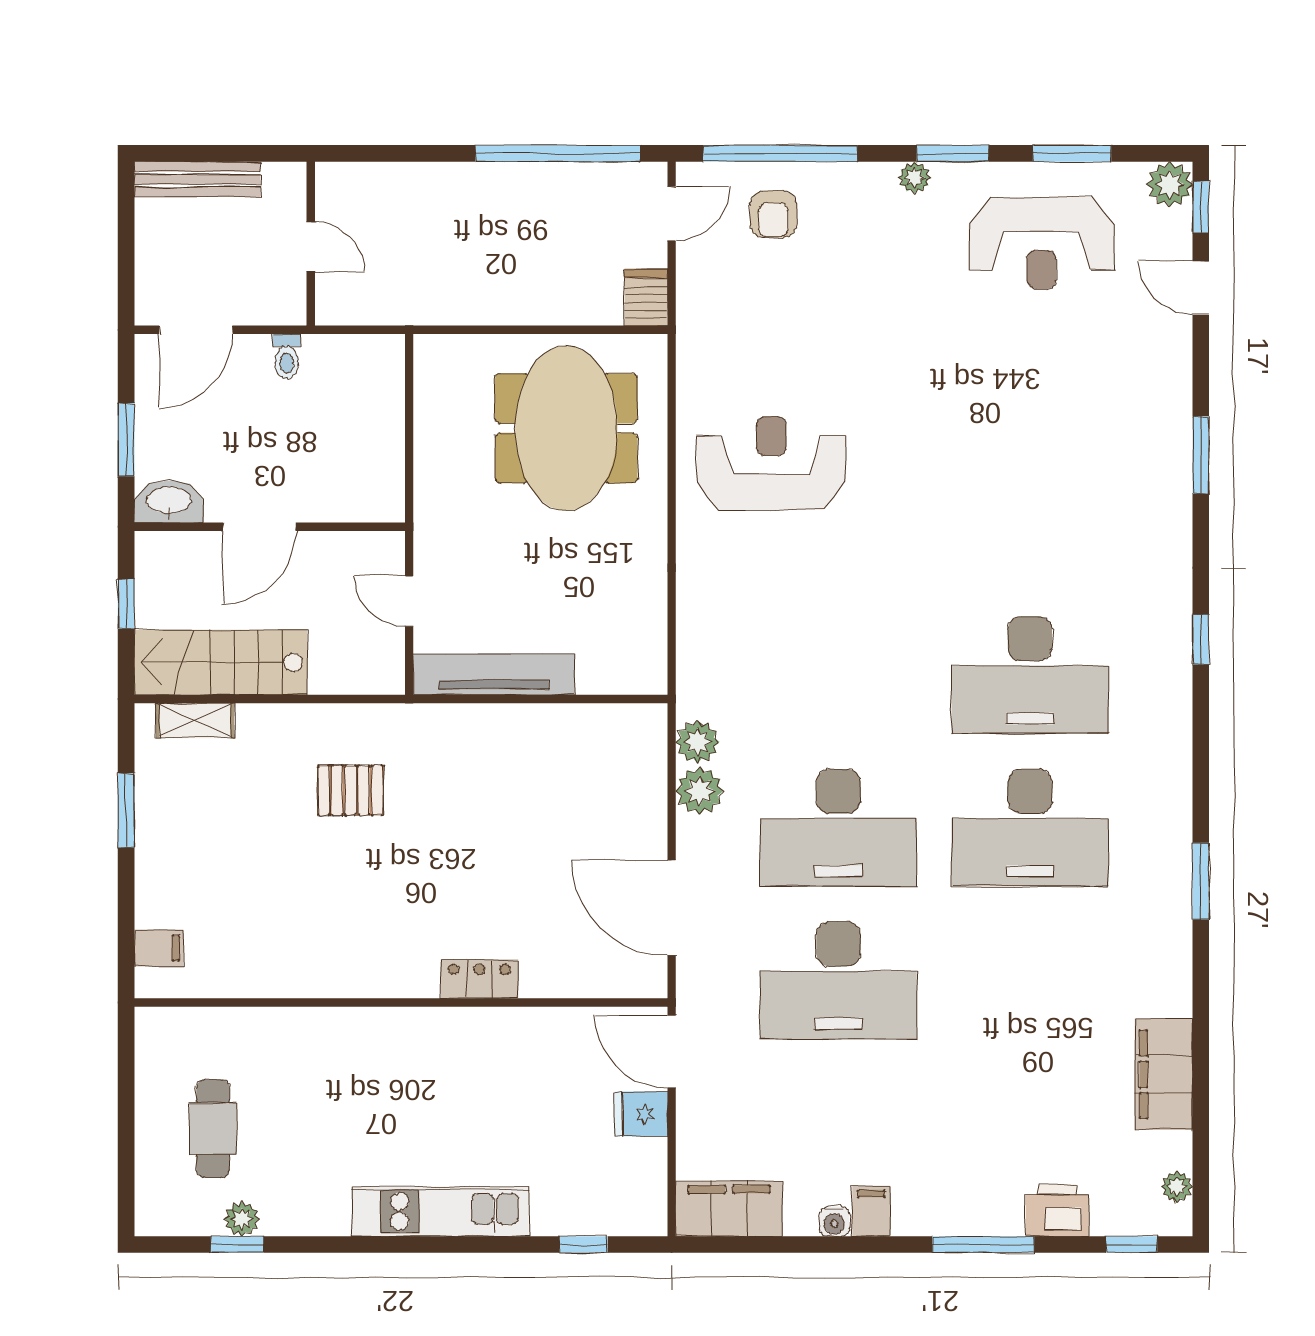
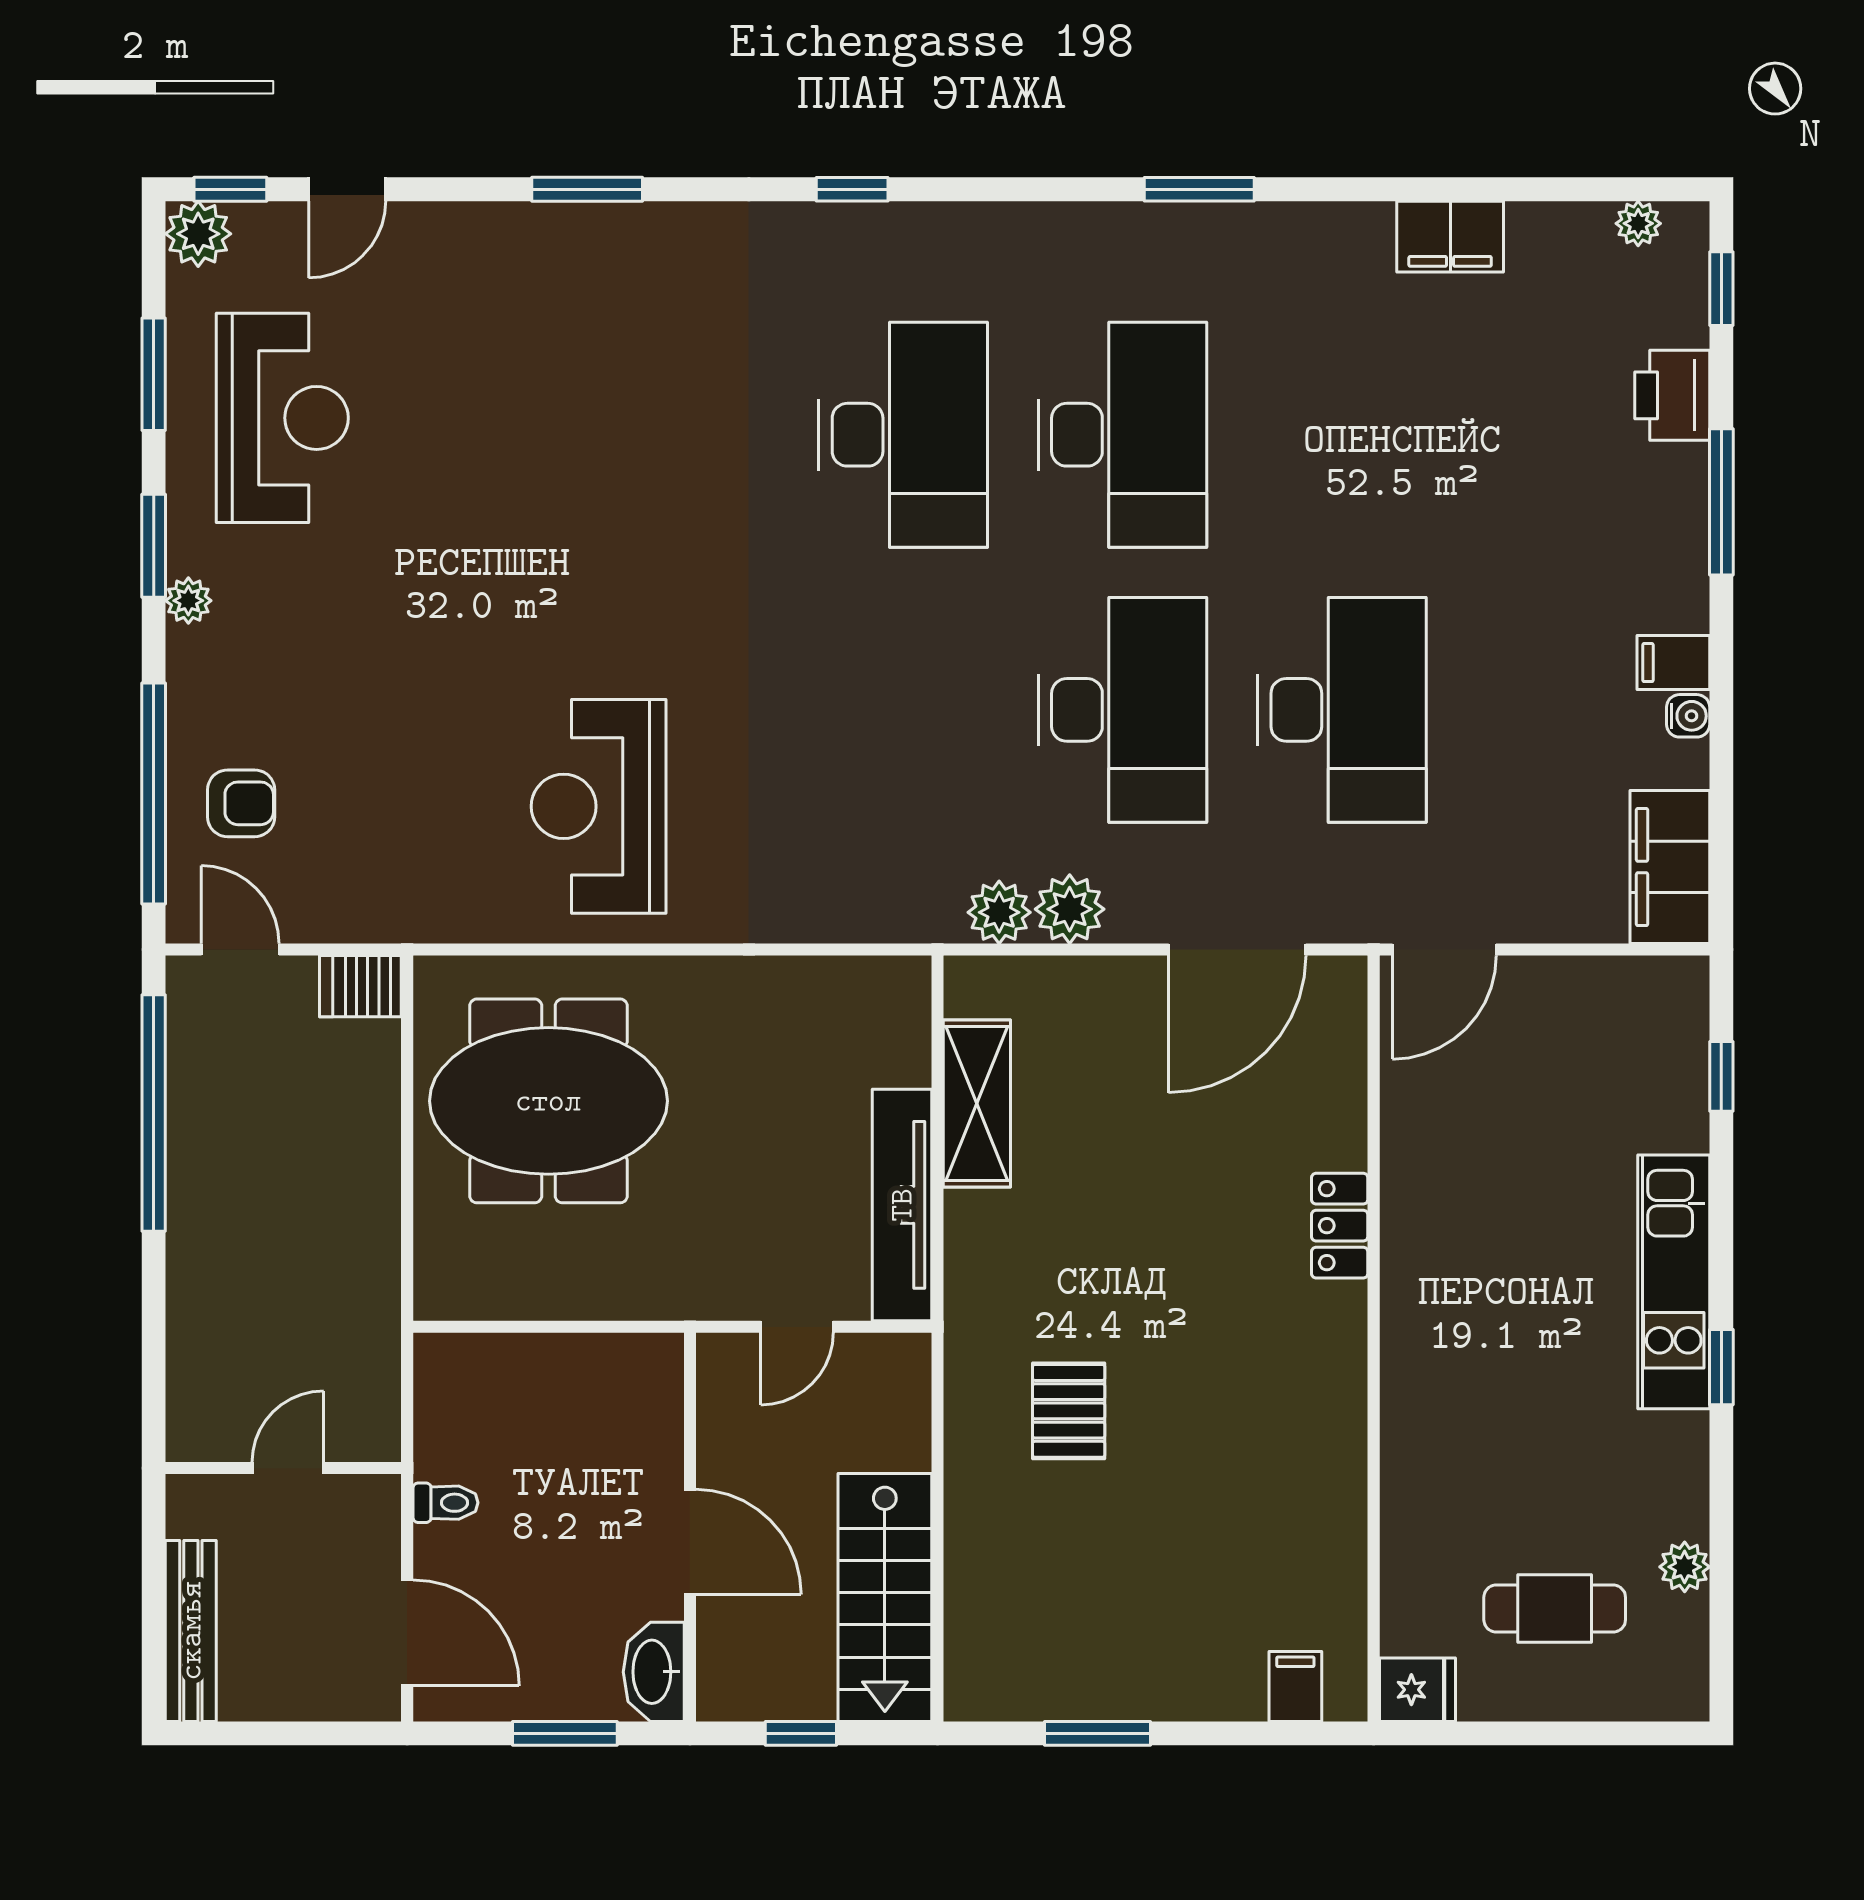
shelving: (195, 721) -> (977, 1103), moved, width x1.50, depth x1.33
filing cabinet: (1164, 1074) -> (1450, 237), width x0.67, depth x0.86
fridge: (641, 1114) -> (1417, 1690), moved, turned -90
window: (237, 1245) -> (1721, 1367), moved

